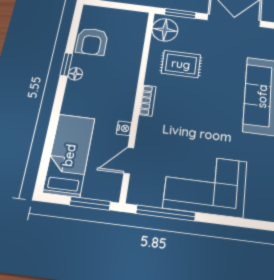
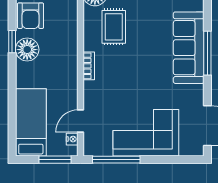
rug: (181, 64) -> (114, 27), turned 90
floor lamp: (75, 74) -> (27, 50), width x1.89, depth x1.89
nightstand: (124, 128) -> (72, 139), moved

